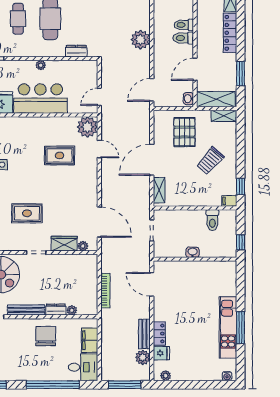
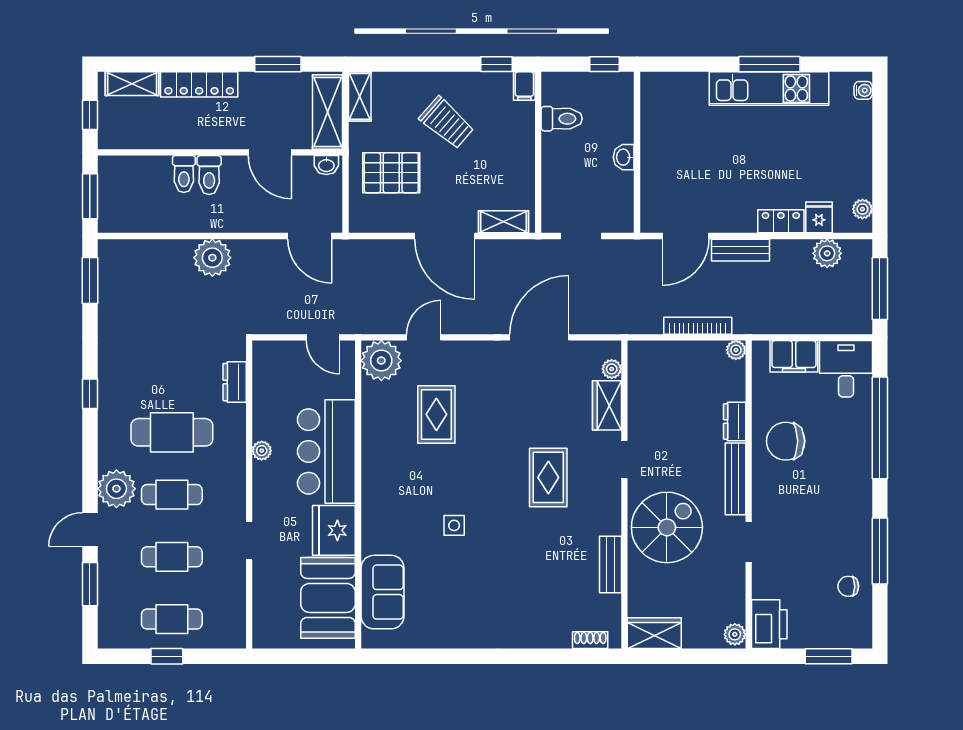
door: (99, 222) -> (539, 337), moved
plant: (72, 310) -> (736, 350), moved
bench: (144, 334) -> (740, 250), moved

